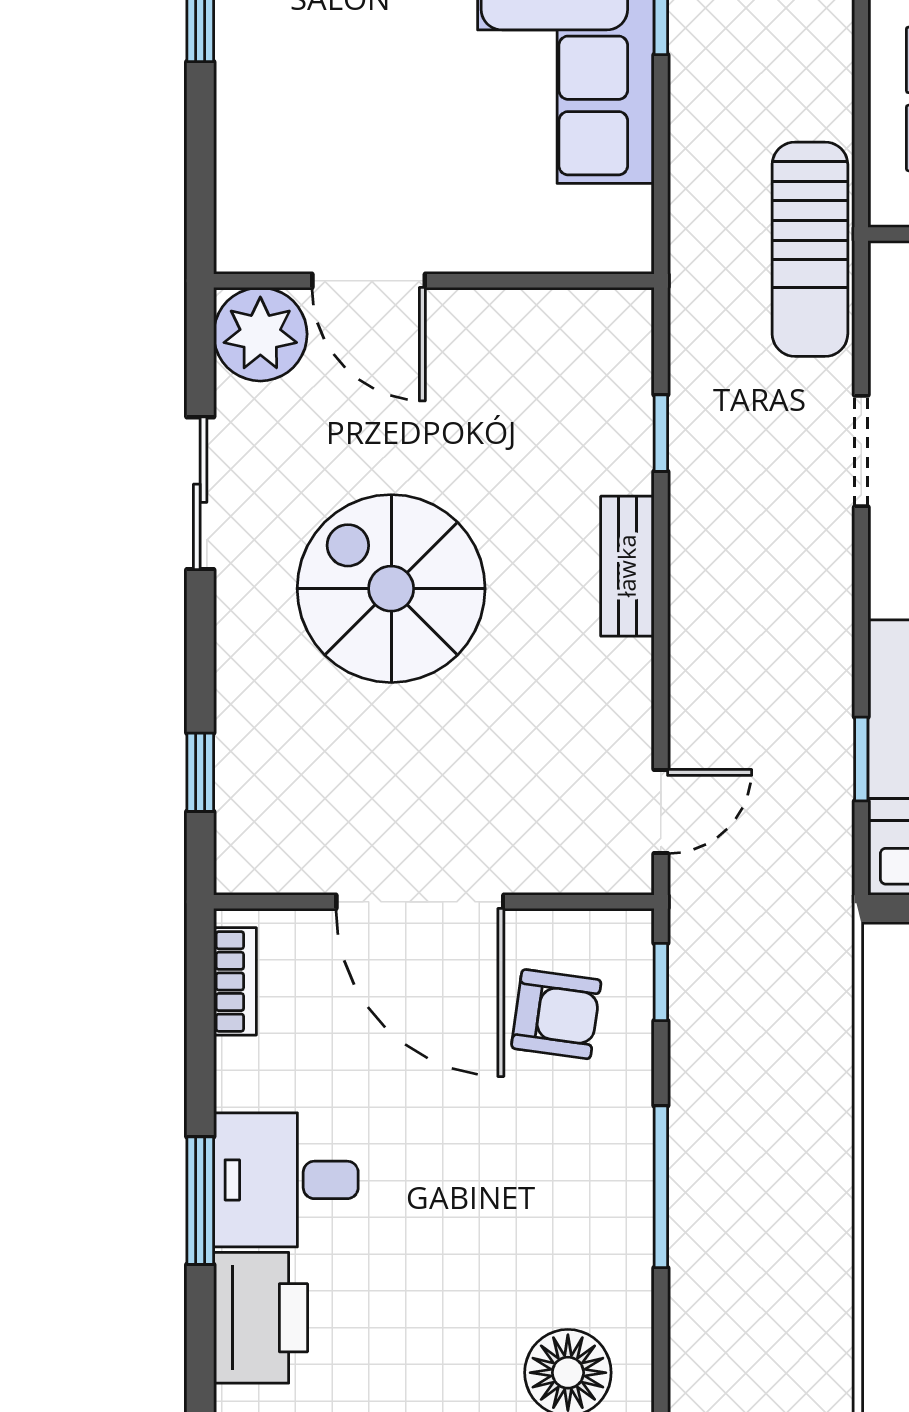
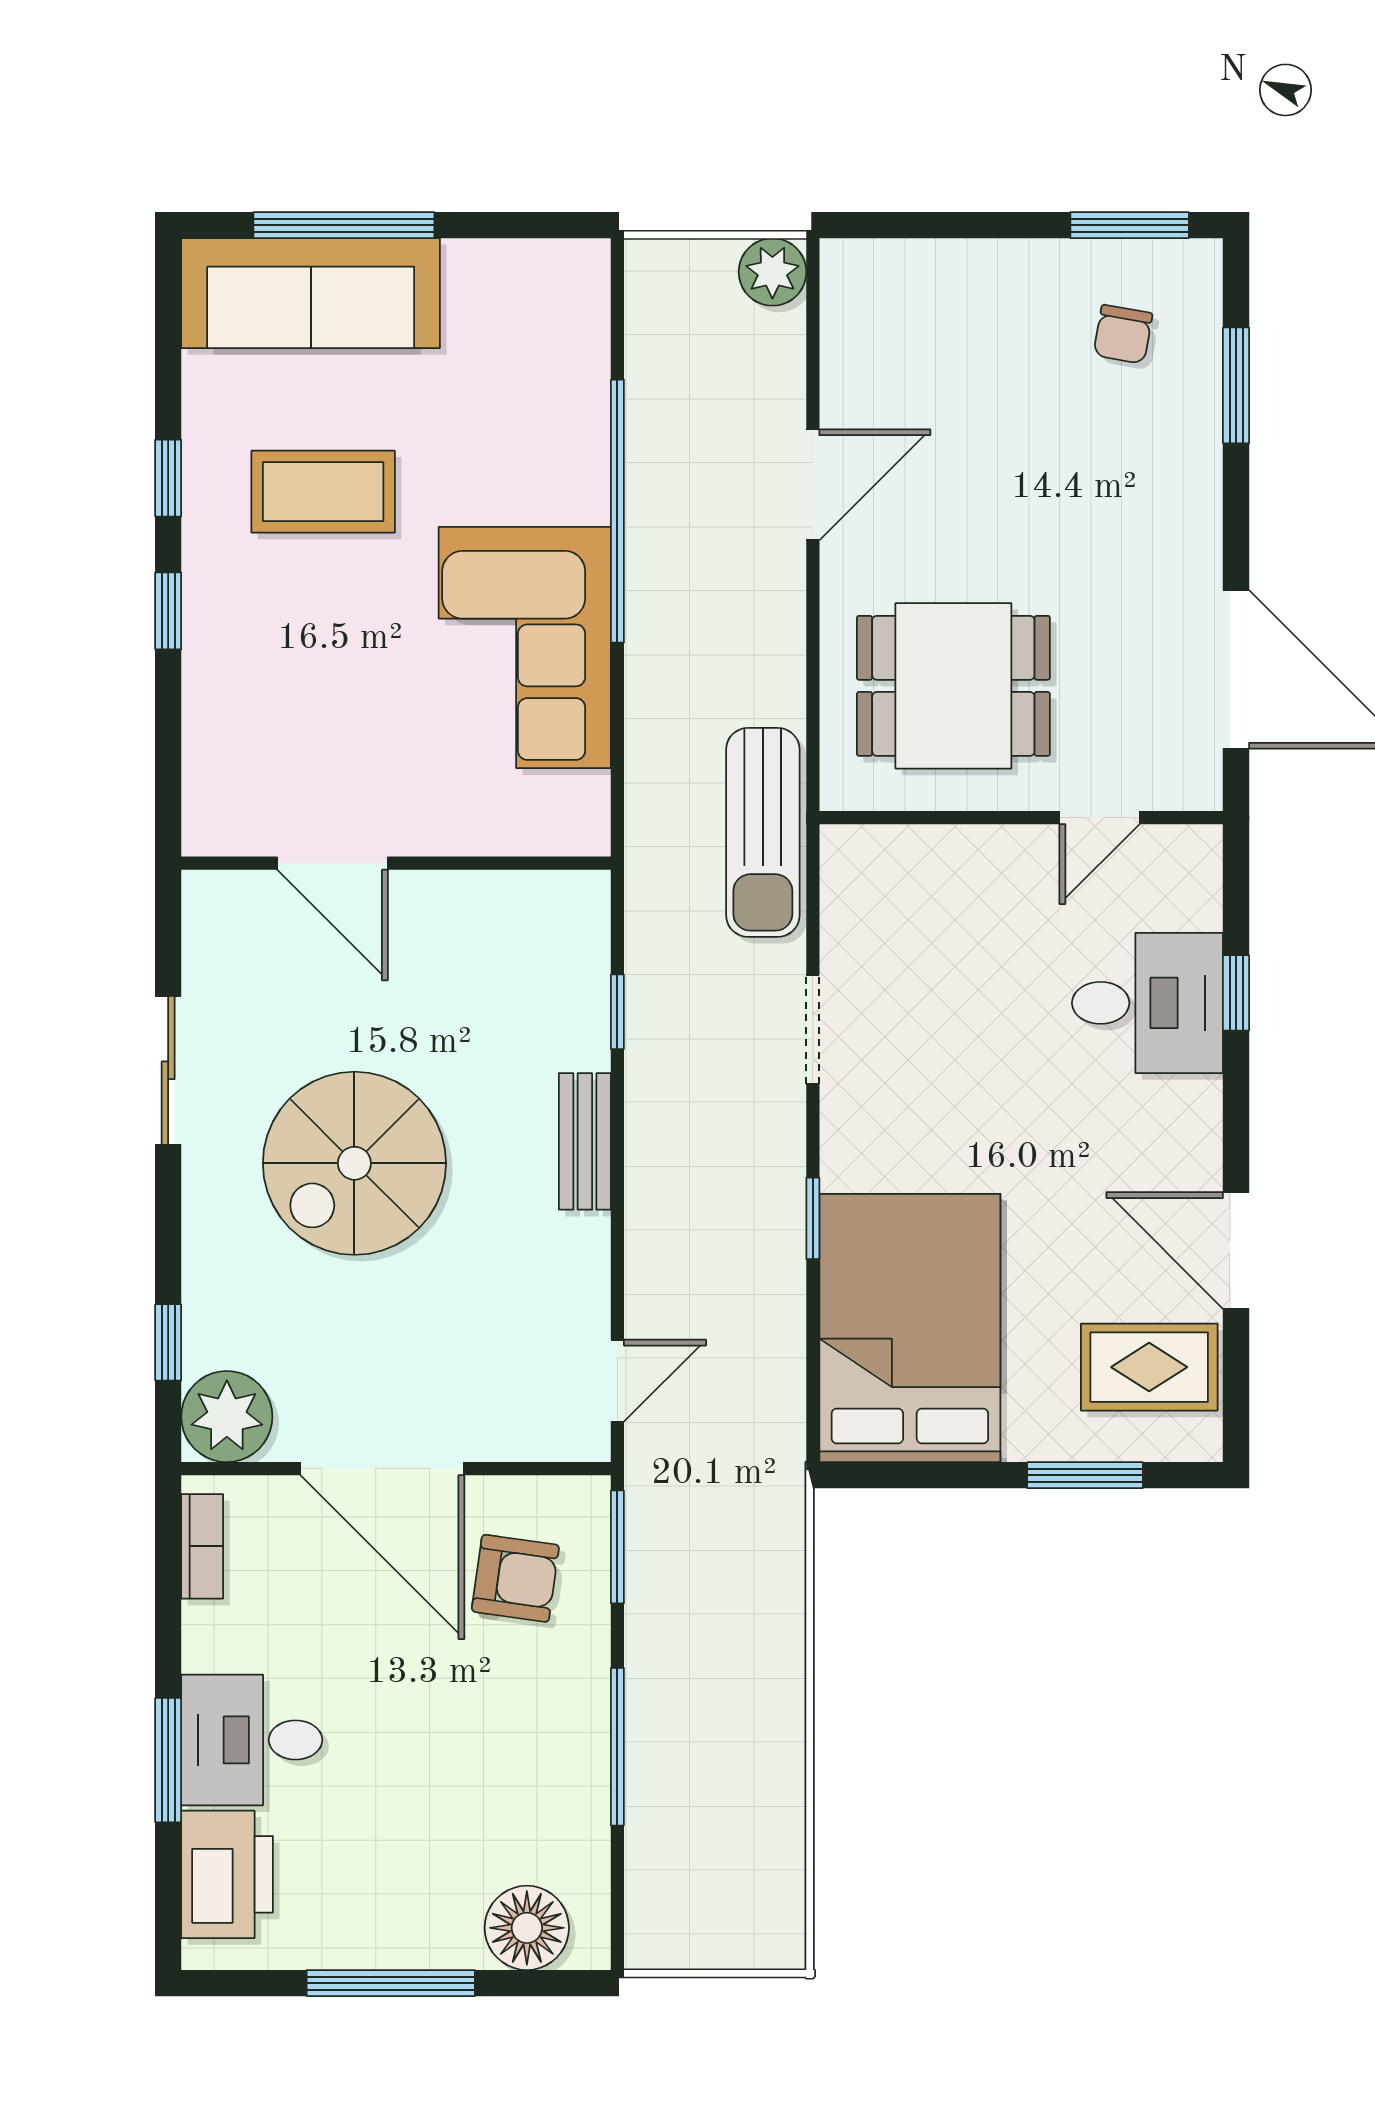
plant: (260, 334) -> (227, 1417), moved
spiral stairs: (391, 589) -> (354, 1163), turned -90
window: (861, 759) -> (813, 1218), moved
window: (661, 982) -> (617, 1547), width x1.50

